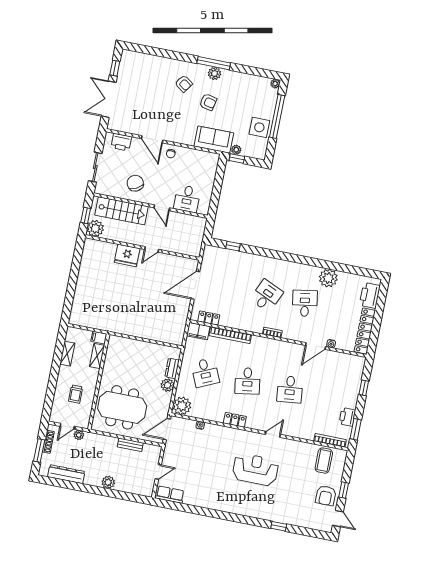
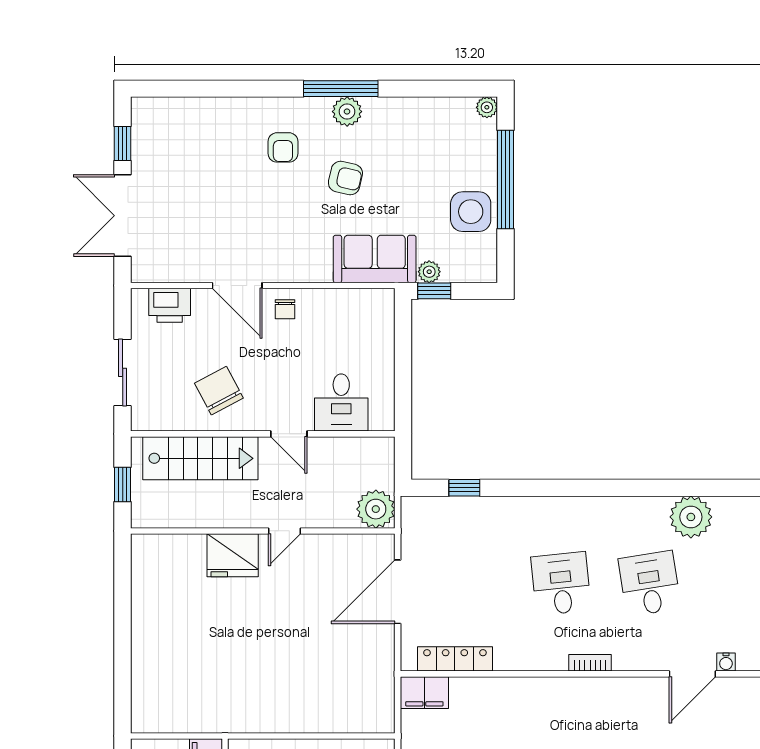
armchair: (184, 84) -> (283, 147), turned 55
plant: (95, 228) -> (376, 509), moved
desk: (267, 296) -> (561, 584), turned -30
locker: (209, 318) -> (455, 659), width x1.53
bookcase: (230, 335) -> (498, 687), removed

